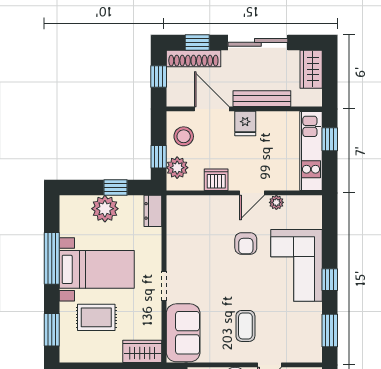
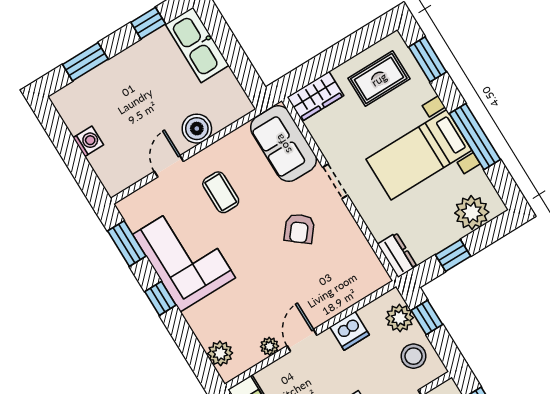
plant: (105, 209) -> (472, 213), moved
plant: (312, 218) -> (220, 353), added
armchair: (246, 243) -> (299, 229), moved, turned -141
corner sofa: (296, 265) -> (184, 256), moved
rug: (96, 317) -> (379, 79), moved

